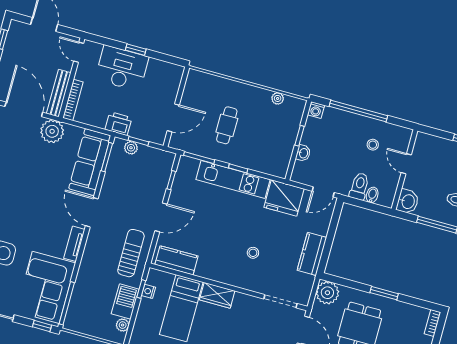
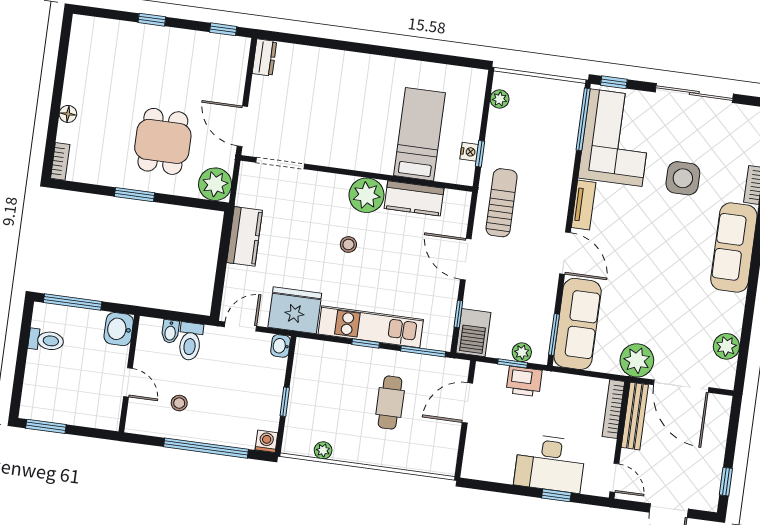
window: (136, 50) -> (556, 495), moved
printer: (118, 124) -> (524, 381), moved
washbasin: (303, 153) -> (281, 346), moved
door: (161, 217) -> (466, 259), hinge flipped
sun lounger: (131, 253) -> (502, 203), turned 180
stool: (253, 253) -> (348, 245), moved
kitchen counter: (176, 260) -> (414, 198), moved
plant: (224, 271) -> (366, 195), added
wardrobe: (217, 295) -> (371, 159), removed
barbecue: (125, 301) -> (473, 333), moved

